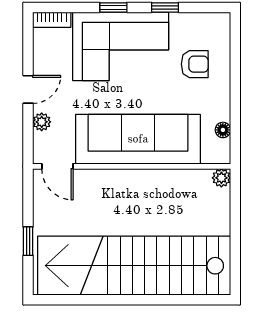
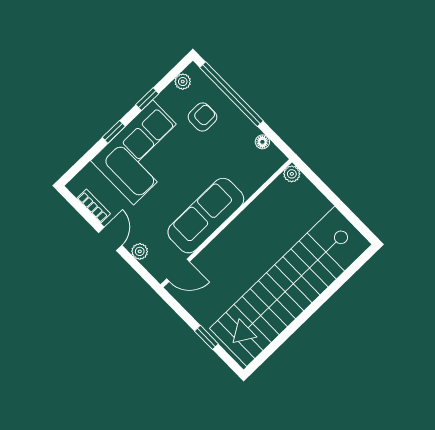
bookcase: (52, 20) -> (94, 206), moved, turned -90
plant: (206, 21) -> (183, 82), added
window: (235, 69) -> (232, 94), added
sofa: (138, 139) -> (206, 216), width x0.74, depth x0.79

